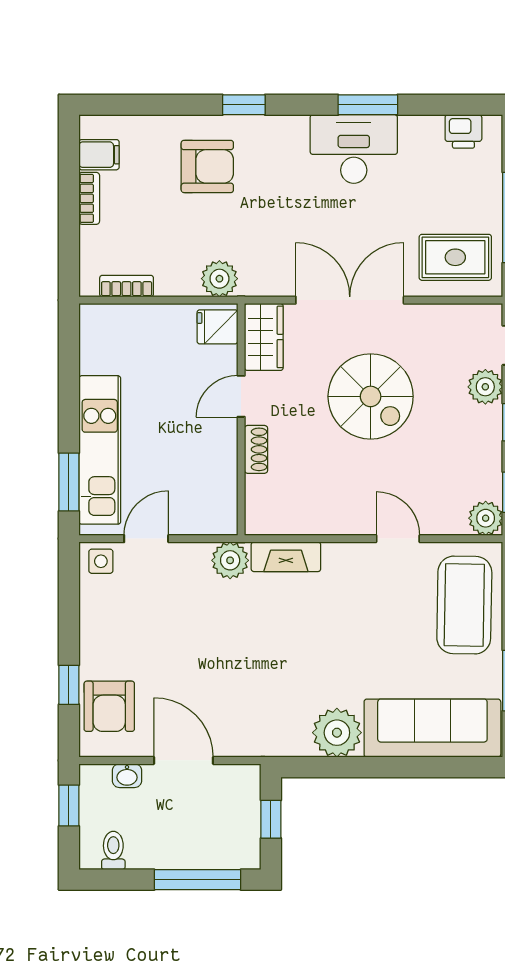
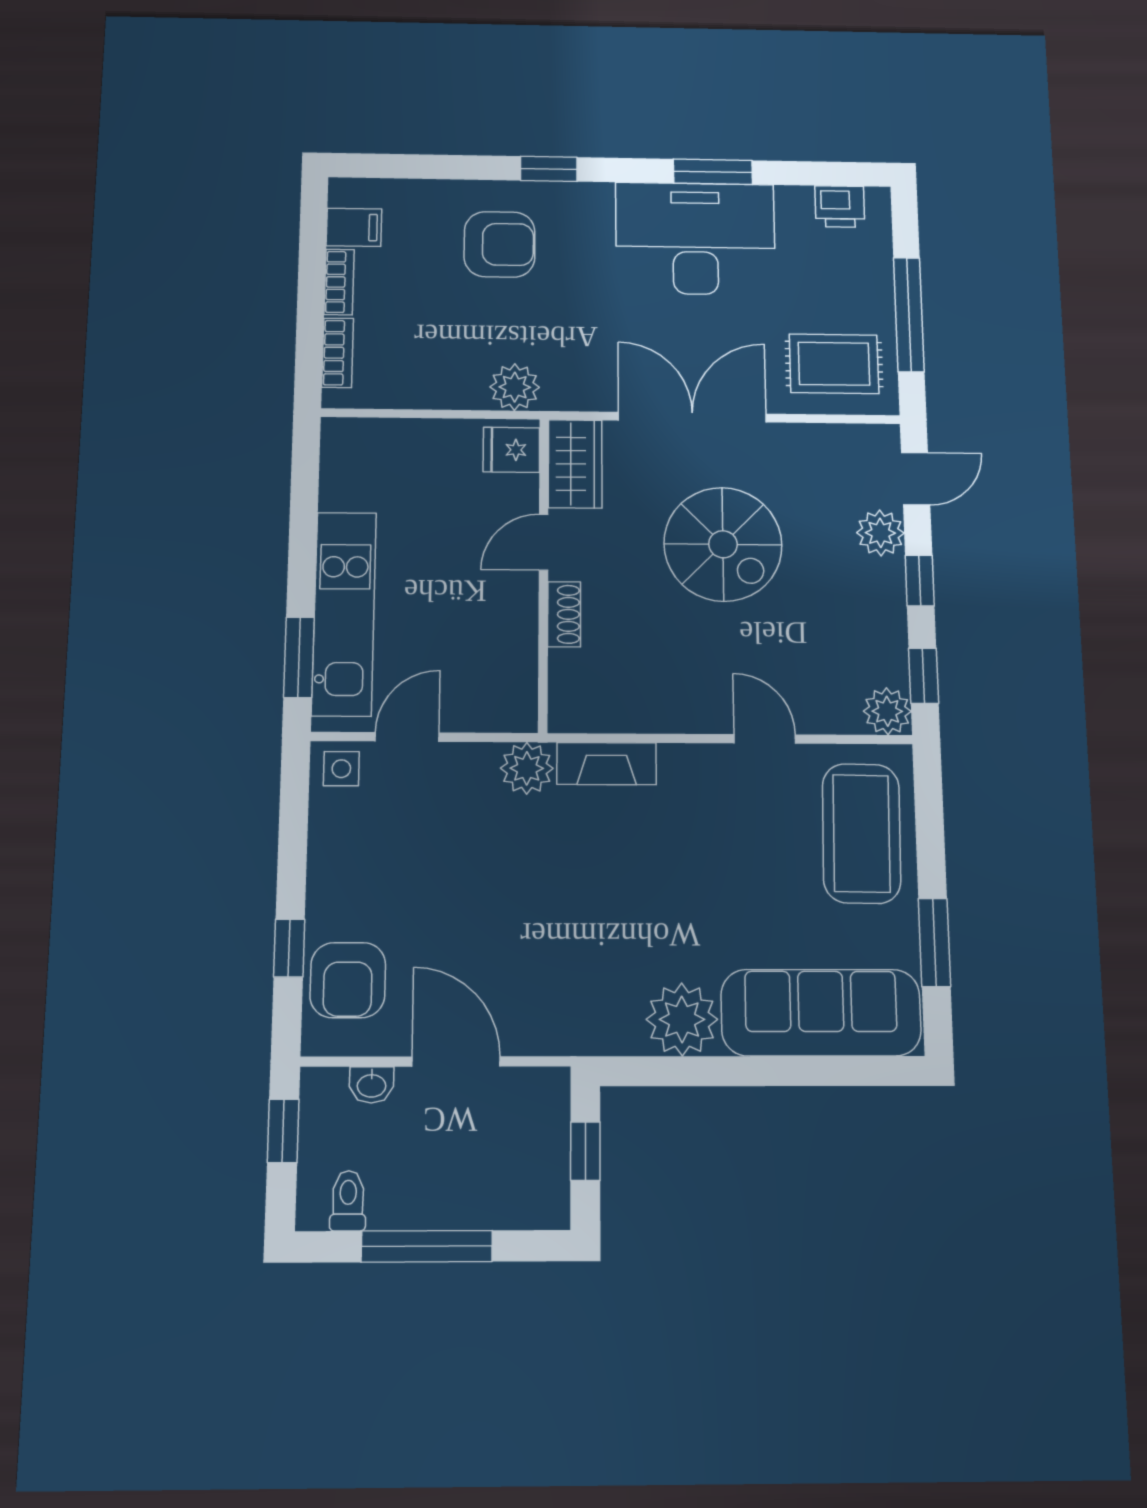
desk: (354, 149) -> (695, 238), width x1.36, depth x1.30
bookcase: (127, 286) -> (338, 353), moved, turned 90
window: (198, 880) -> (427, 1246), moved

